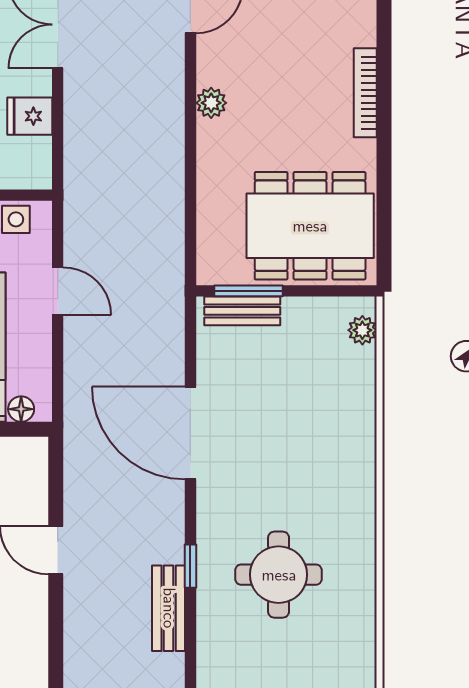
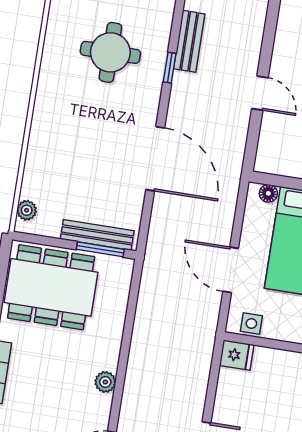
fridge: (30, 116) -> (237, 355), moved
door: (58, 291) -> (231, 270), width x1.38
bench: (242, 311) -> (97, 235), width x1.36

